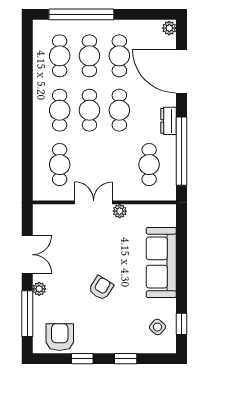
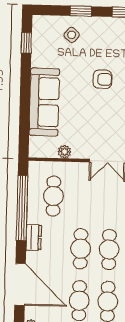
plant: (120, 211) -> (64, 152), moved
armchair: (101, 288) -> (102, 79), turned -122
side table: (157, 327) -> (72, 35), moved

